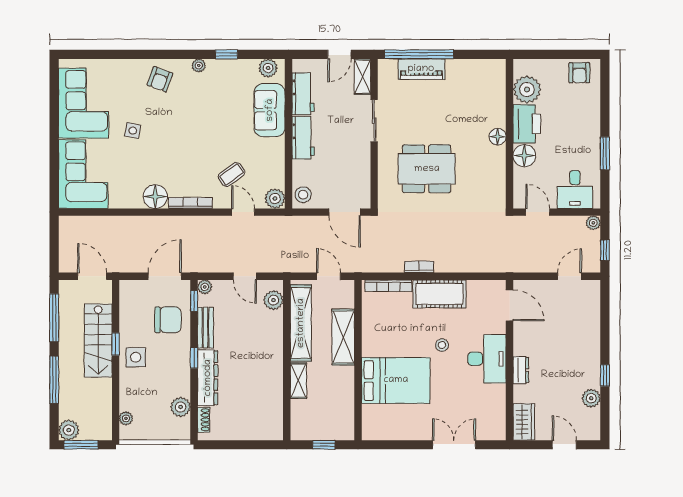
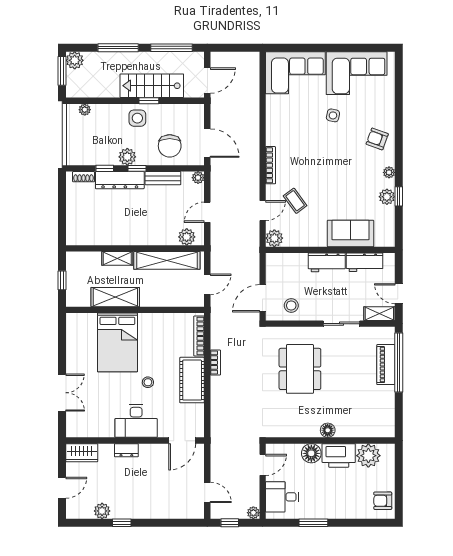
plant: (268, 68) -> (387, 197), moved
stool: (303, 195) -> (291, 306), moved
floor lamp: (155, 197) -> (276, 135), removed
window: (194, 301) -> (105, 168), moved
shelving: (343, 337) -> (115, 297), moved
plant: (181, 407) -> (127, 157), moved

